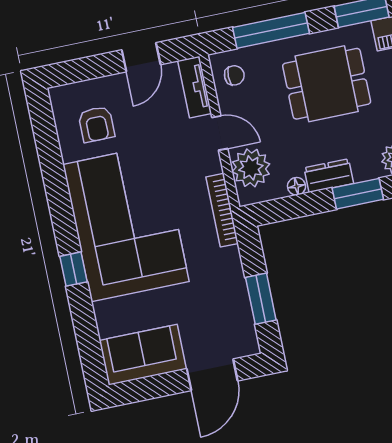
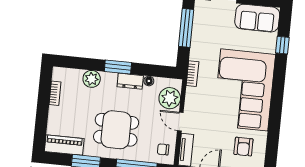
armchair: (96, 124) -> (243, 147), turned 180
bookcase: (222, 210) -> (192, 74), width x0.64
window: (73, 269) -> (282, 45), moved
window: (261, 299) -> (186, 28), width x1.44

